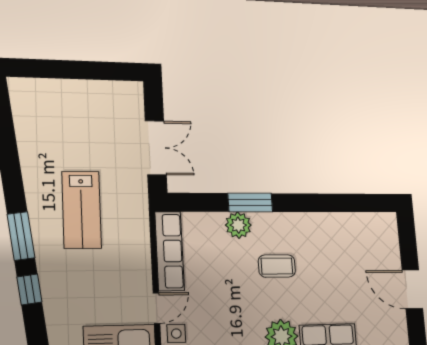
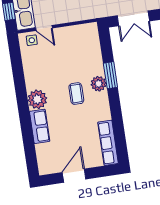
plant: (238, 225) -> (99, 84), moved
row of seats: (170, 251) -> (108, 143), moved, turned 90

